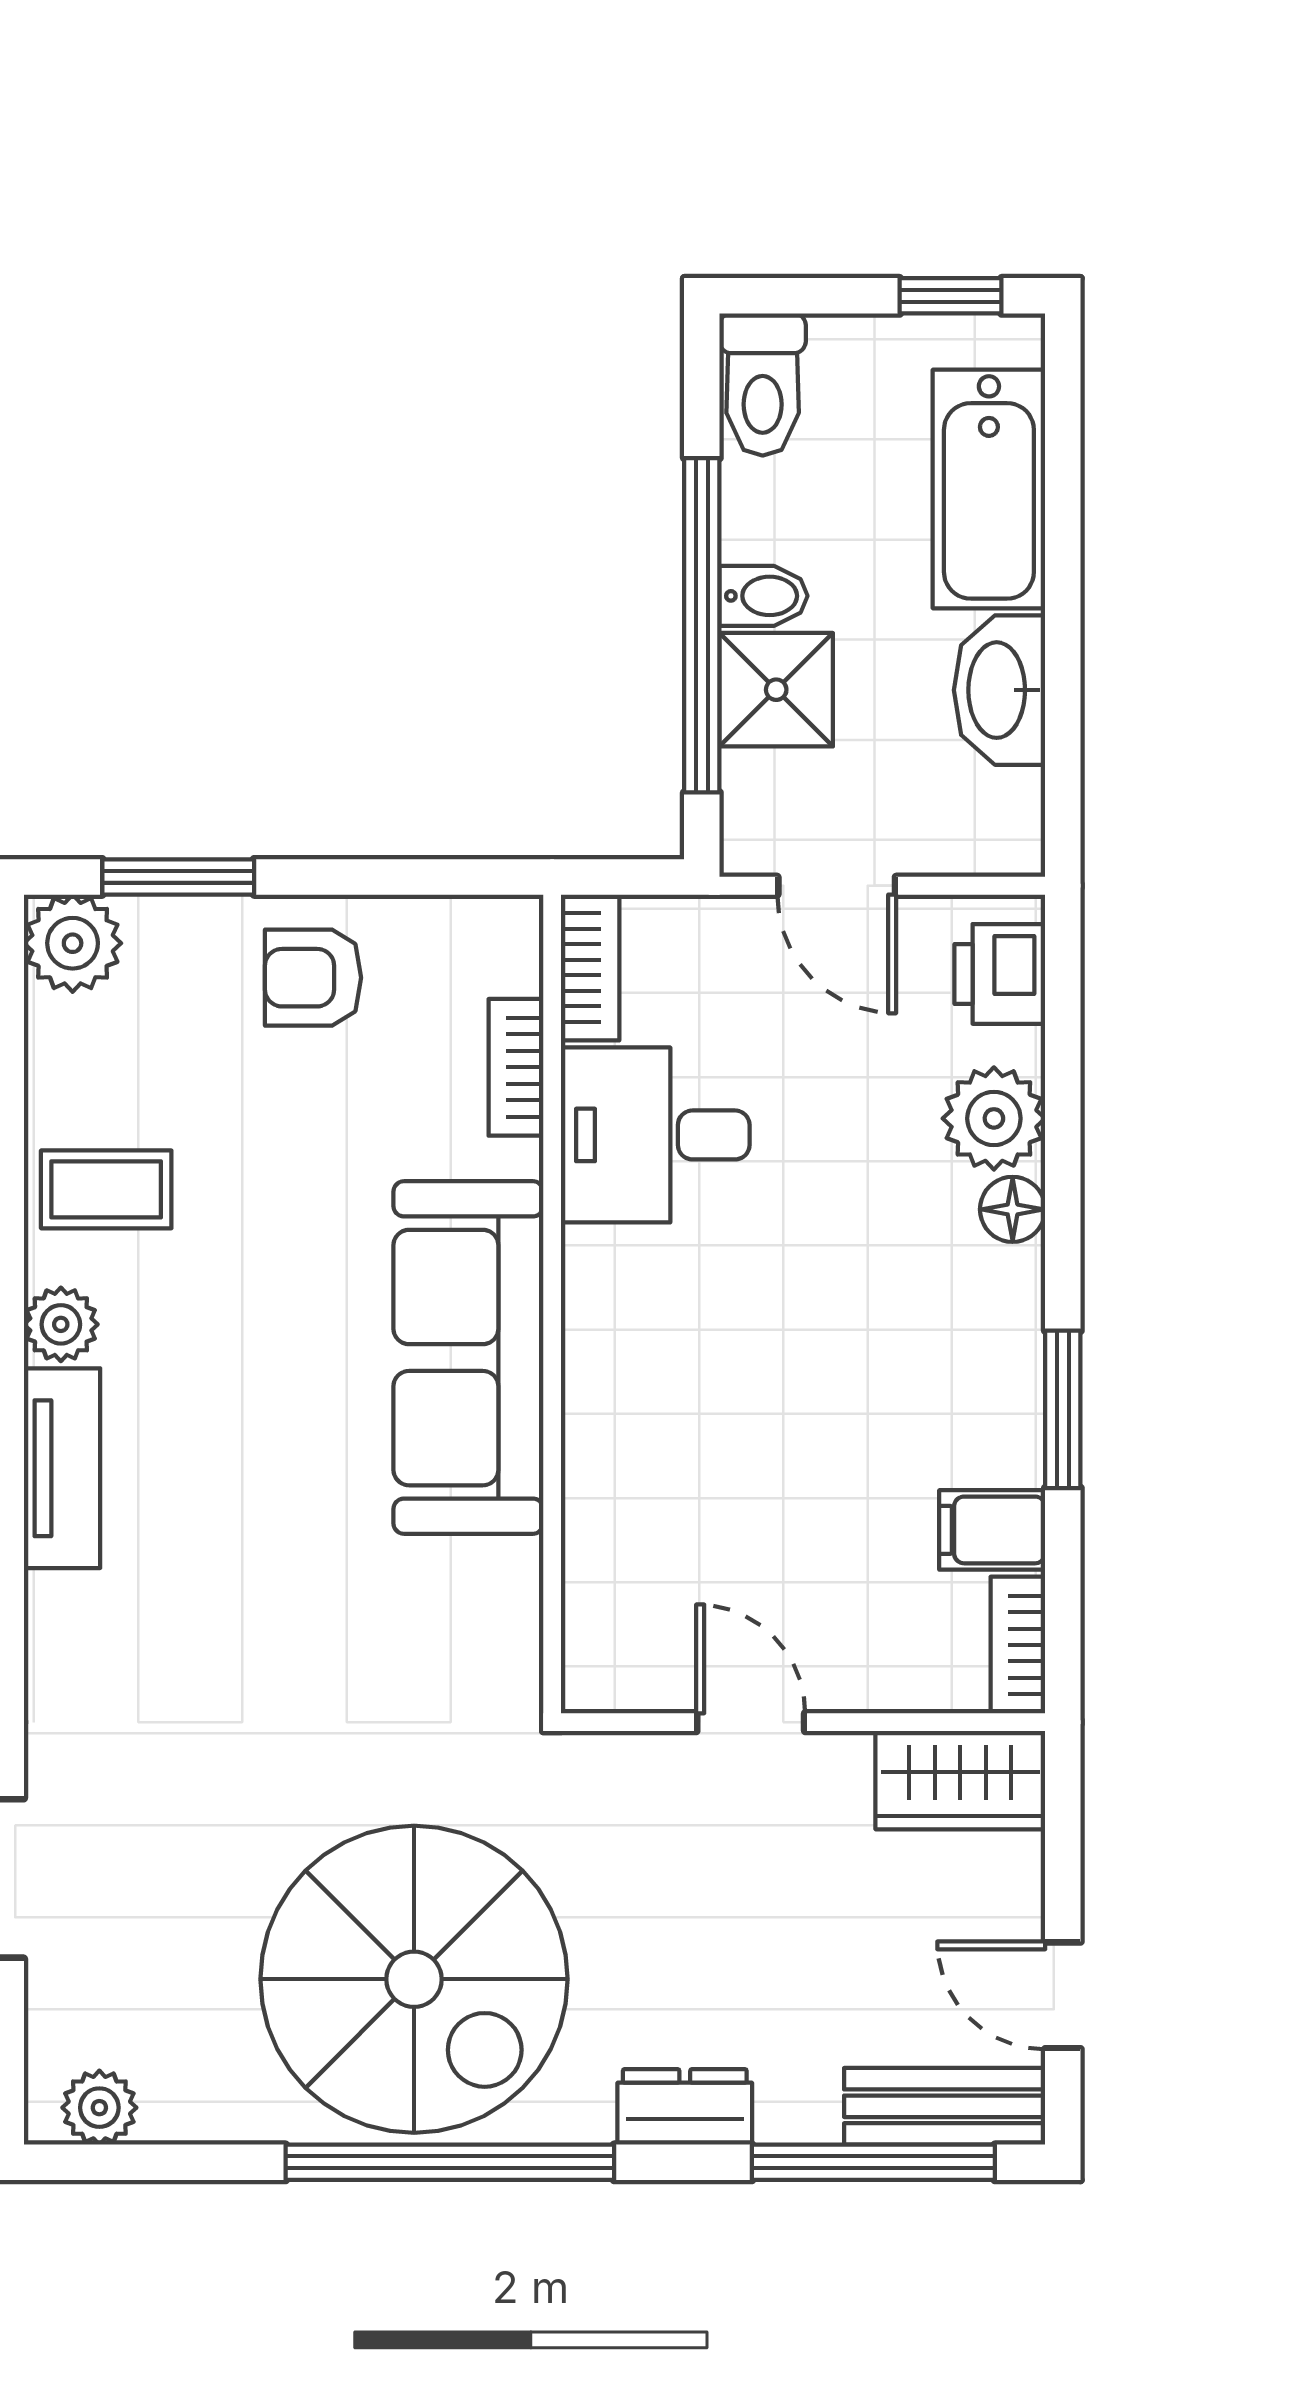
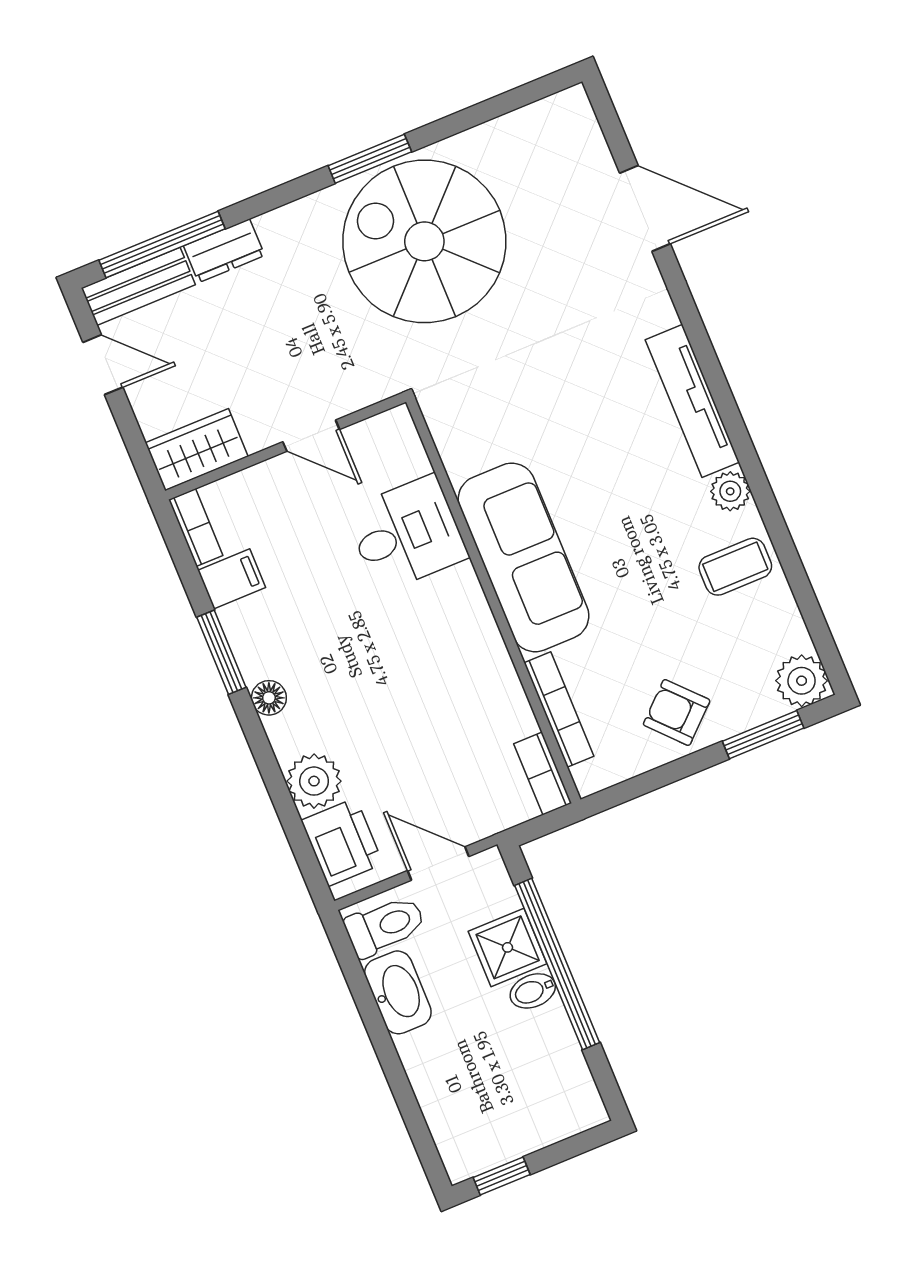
toilet: (763, 385) -> (385, 926), moved, turned 90
bathtub: (989, 489) -> (444, 1089), removed
printer: (1000, 974) -> (342, 842), width x1.36, depth x1.24
armchair: (313, 978) -> (677, 712), turned -133
bookcase: (516, 1067) -> (559, 710), width x1.56
desk: (655, 1135) -> (406, 534), moved
floor lamp: (1013, 1209) -> (269, 698), moved
tv unit: (62, 1468) -> (692, 401), width x1.41
dresser: (685, 2107) -> (224, 251), moved
plant: (99, 2108) -> (553, 115), removed
window: (450, 2162) -> (370, 159), width x0.47

